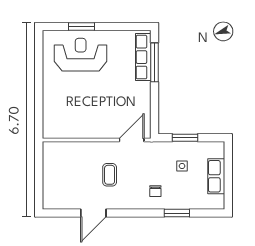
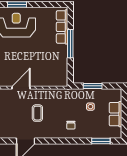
window: (155, 62) -> (70, 44), moved
door: (132, 140) -> (21, 88), moved
window: (177, 213) -> (101, 141), moved

